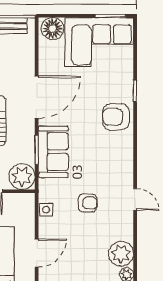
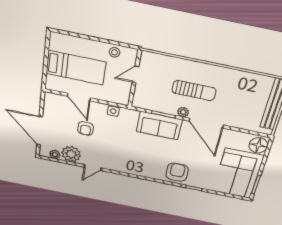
plant: (22, 177) -> (183, 112), moved, width x0.53, depth x0.53
door: (135, 200) -> (93, 168), moved
armchair: (88, 203) -> (85, 128), moved

